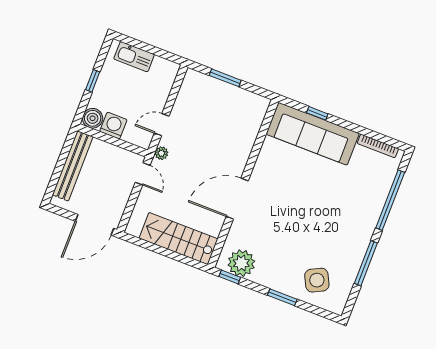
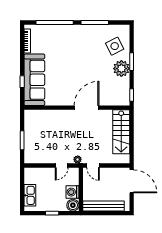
door: (162, 125) -> (62, 165), hinge flipped
door: (143, 174) -> (93, 165), swing flipped
door: (237, 199) -> (87, 108), swing flipped
plant: (241, 263) -> (121, 69), moved

